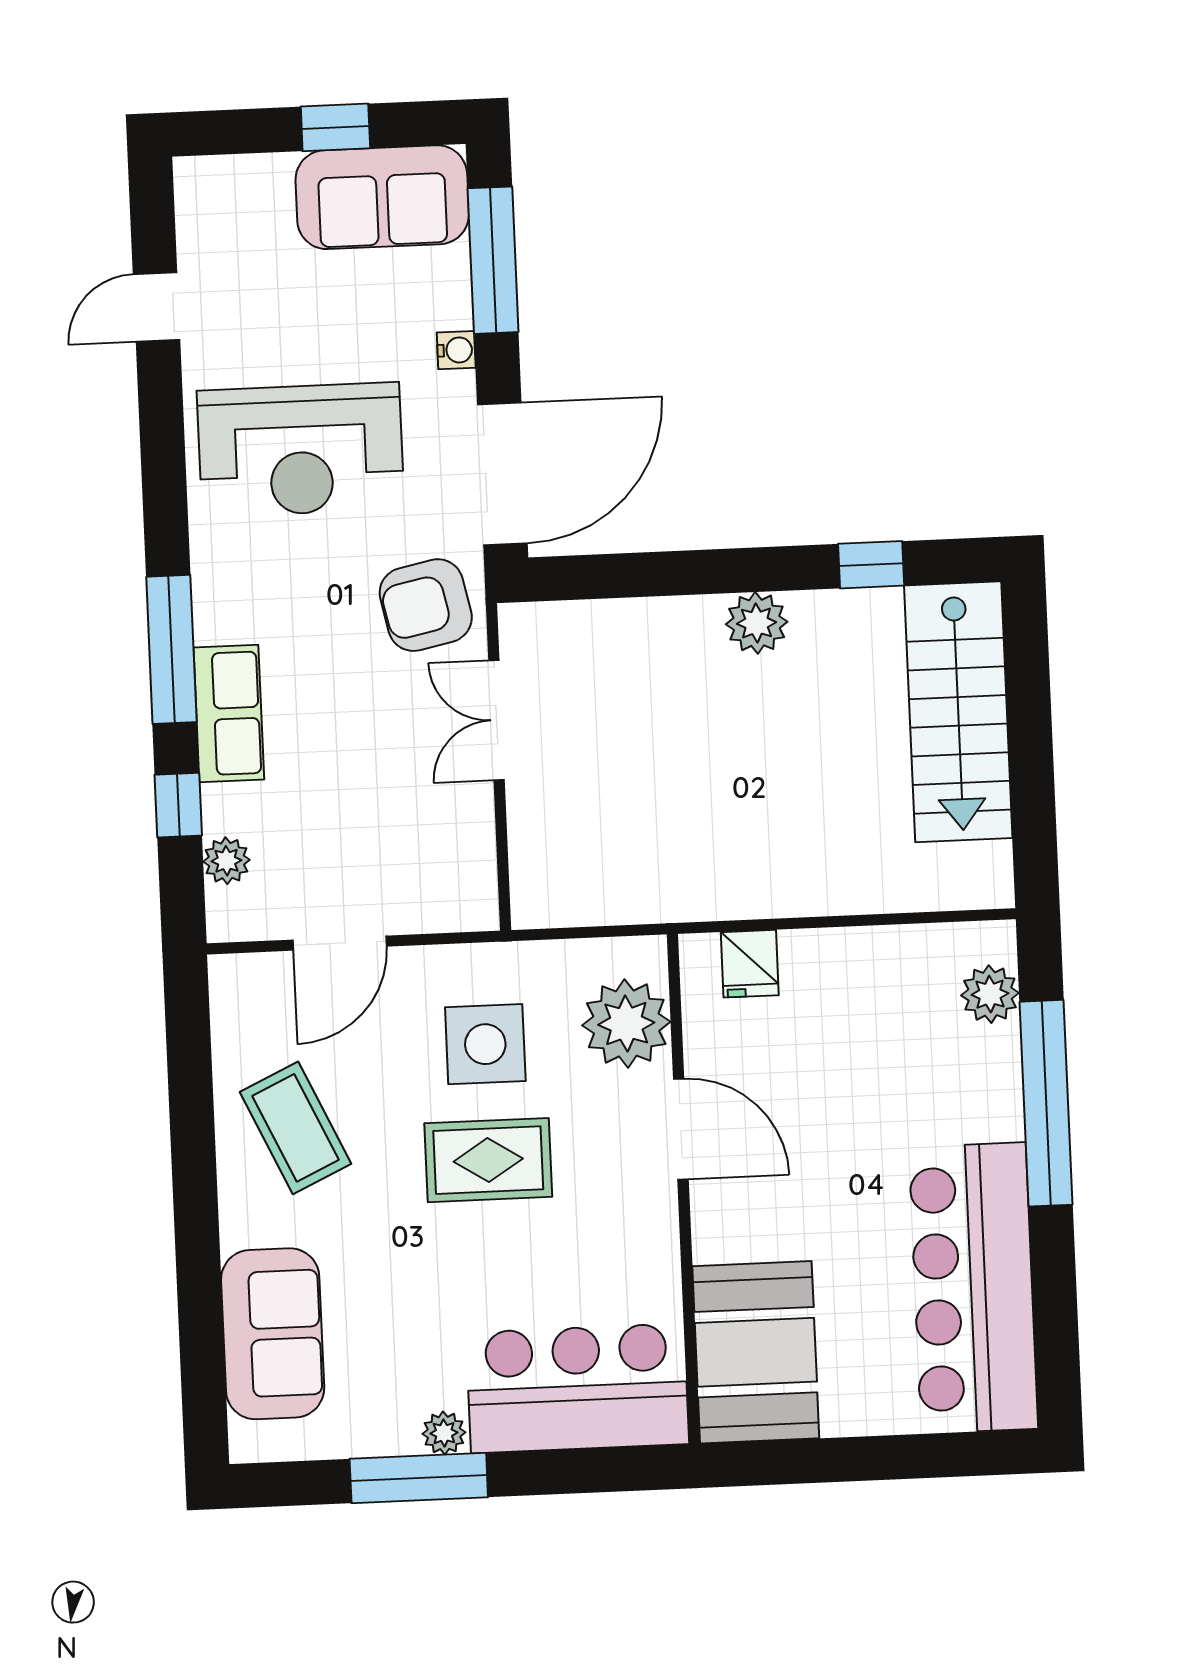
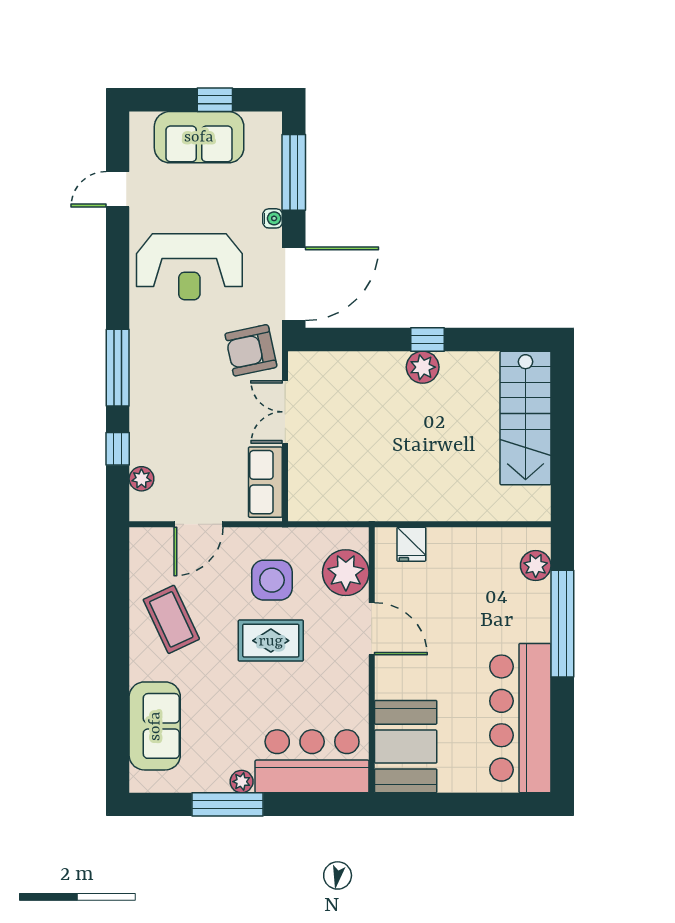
sofa: (382, 197) -> (199, 137), moved
window: (871, 565) -> (427, 339), moved
row of seats: (229, 714) -> (265, 482), moved, turned 180

